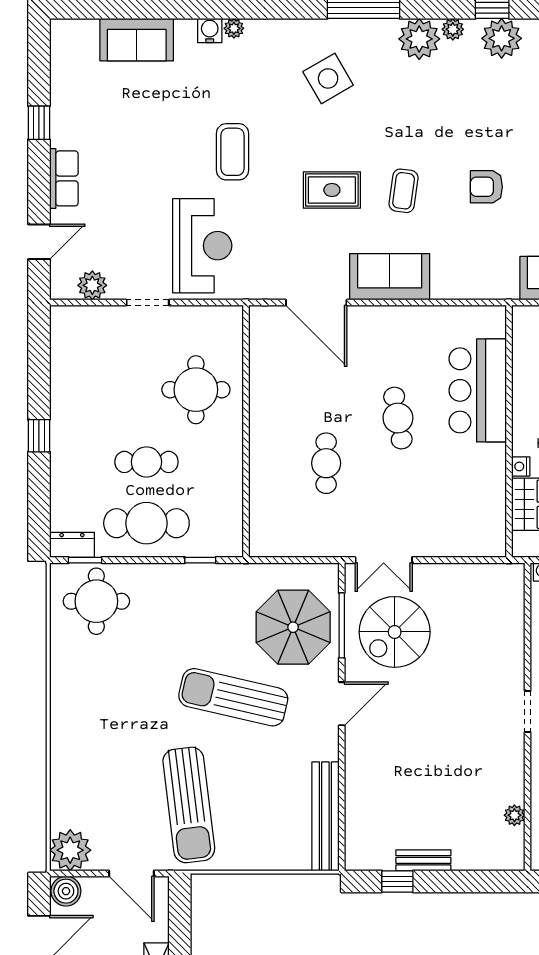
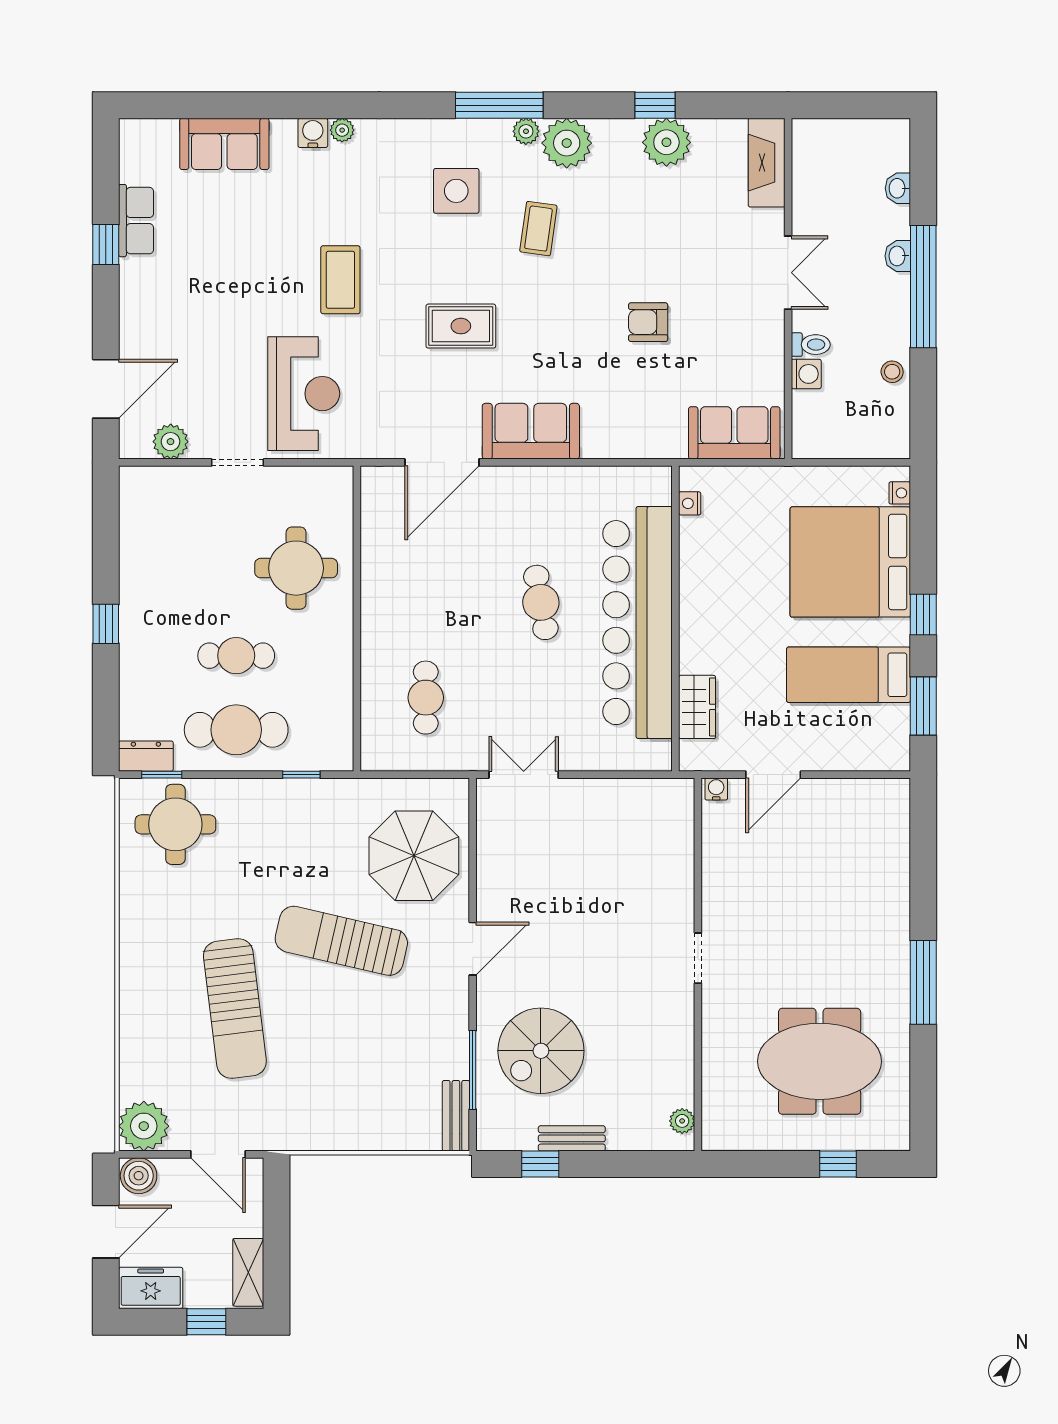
plant: (453, 29) -> (526, 131), moved
side table: (328, 78) -> (456, 191), turned 30
row of seats: (64, 178) -> (136, 221), moved
coffee table: (404, 191) -> (538, 229), moved
door: (39, 242) -> (106, 389), width x1.38
door: (316, 303) -> (442, 462), hinge flipped
bar counter: (478, 390) -> (638, 623), width x1.86
cafe table: (326, 463) -> (426, 698), moved
nightstand: (521, 466) -> (690, 503), moved
double door: (384, 560) -> (524, 775), swing flipped
window: (342, 625) -> (473, 1070), moved
spiral stairs: (395, 632) -> (541, 1051), moved
sun lounger: (189, 805) -> (235, 1009), moved
plant: (514, 815) -> (682, 1121), moved
bench: (325, 816) -> (456, 1116), width x0.54, depth x0.82

